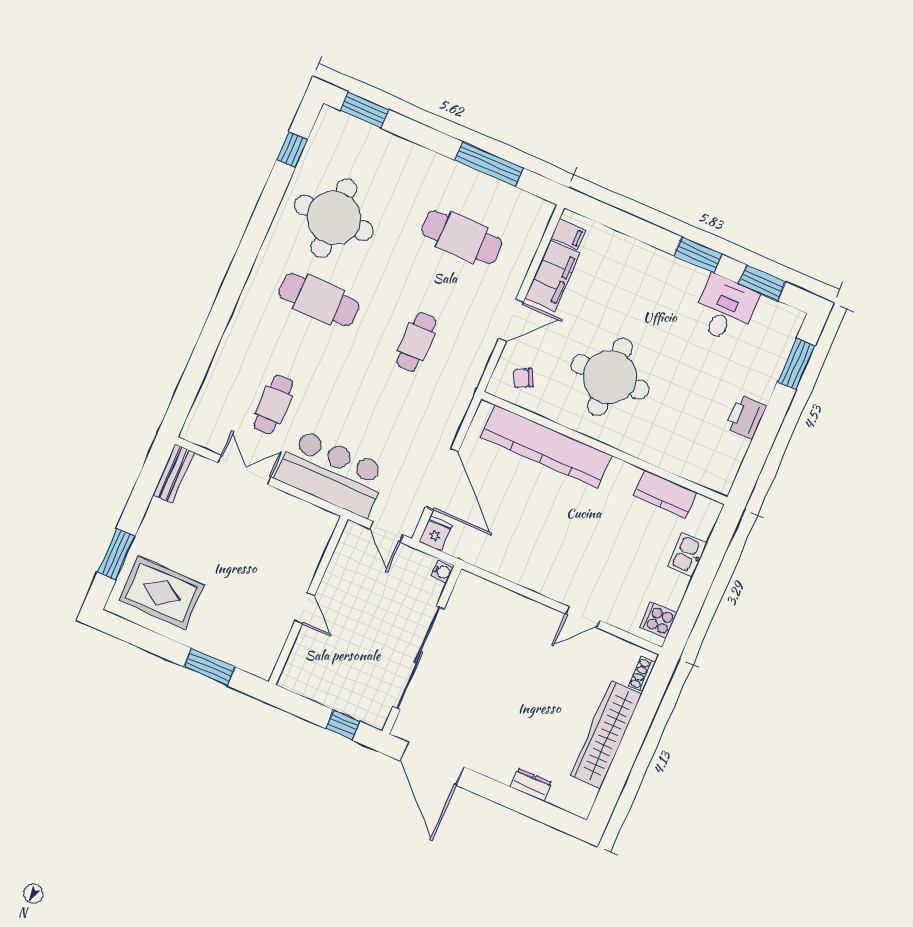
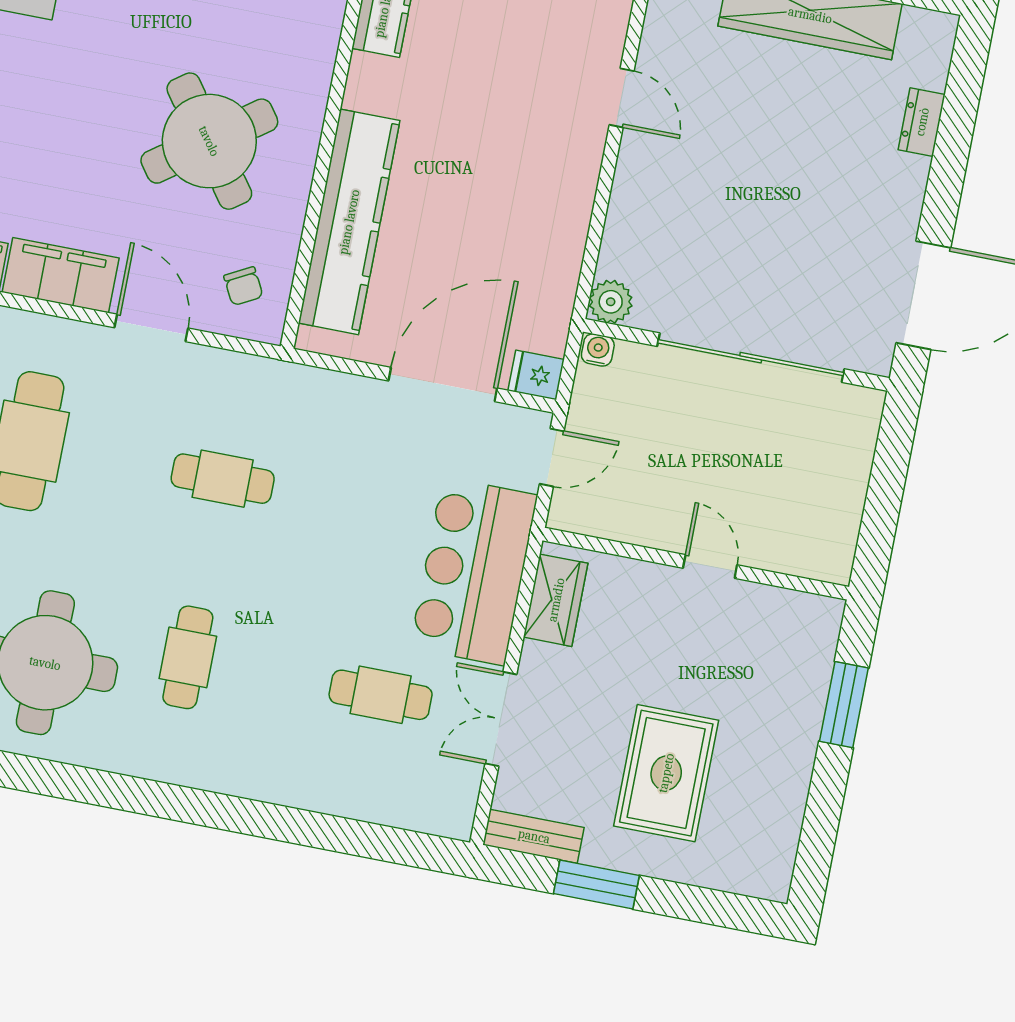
cafe table: (319, 300) -> (188, 657), width x0.73, depth x0.74
round table: (610, 377) -> (209, 141), turned -36
wardrobe: (305, 516) -> (556, 600), added
window: (116, 554) -> (596, 884), moved
plant: (468, 585) -> (611, 302), added
rug: (161, 593) -> (666, 773), moved
door: (305, 608) -> (710, 566), hinge flipped
window: (343, 725) -> (891, 460), removed

